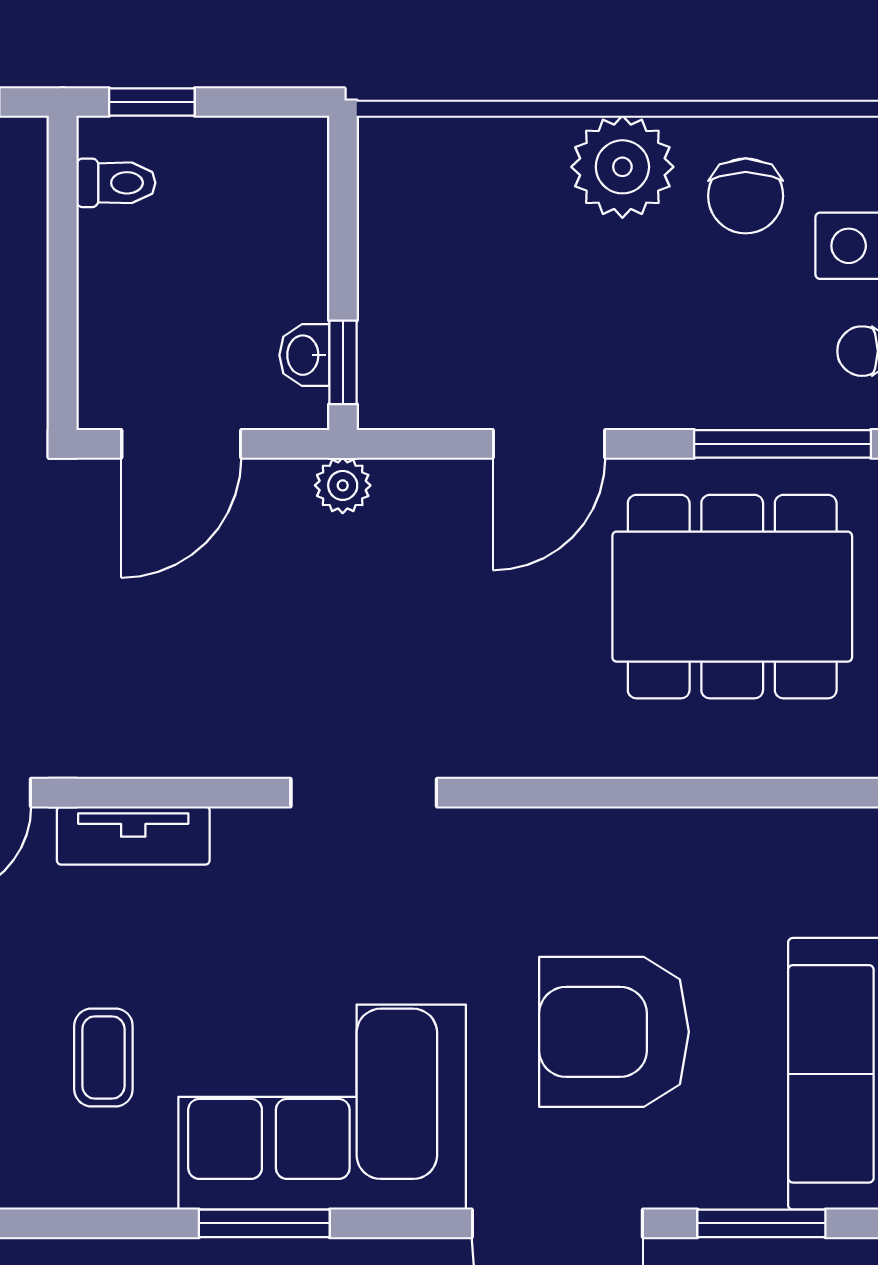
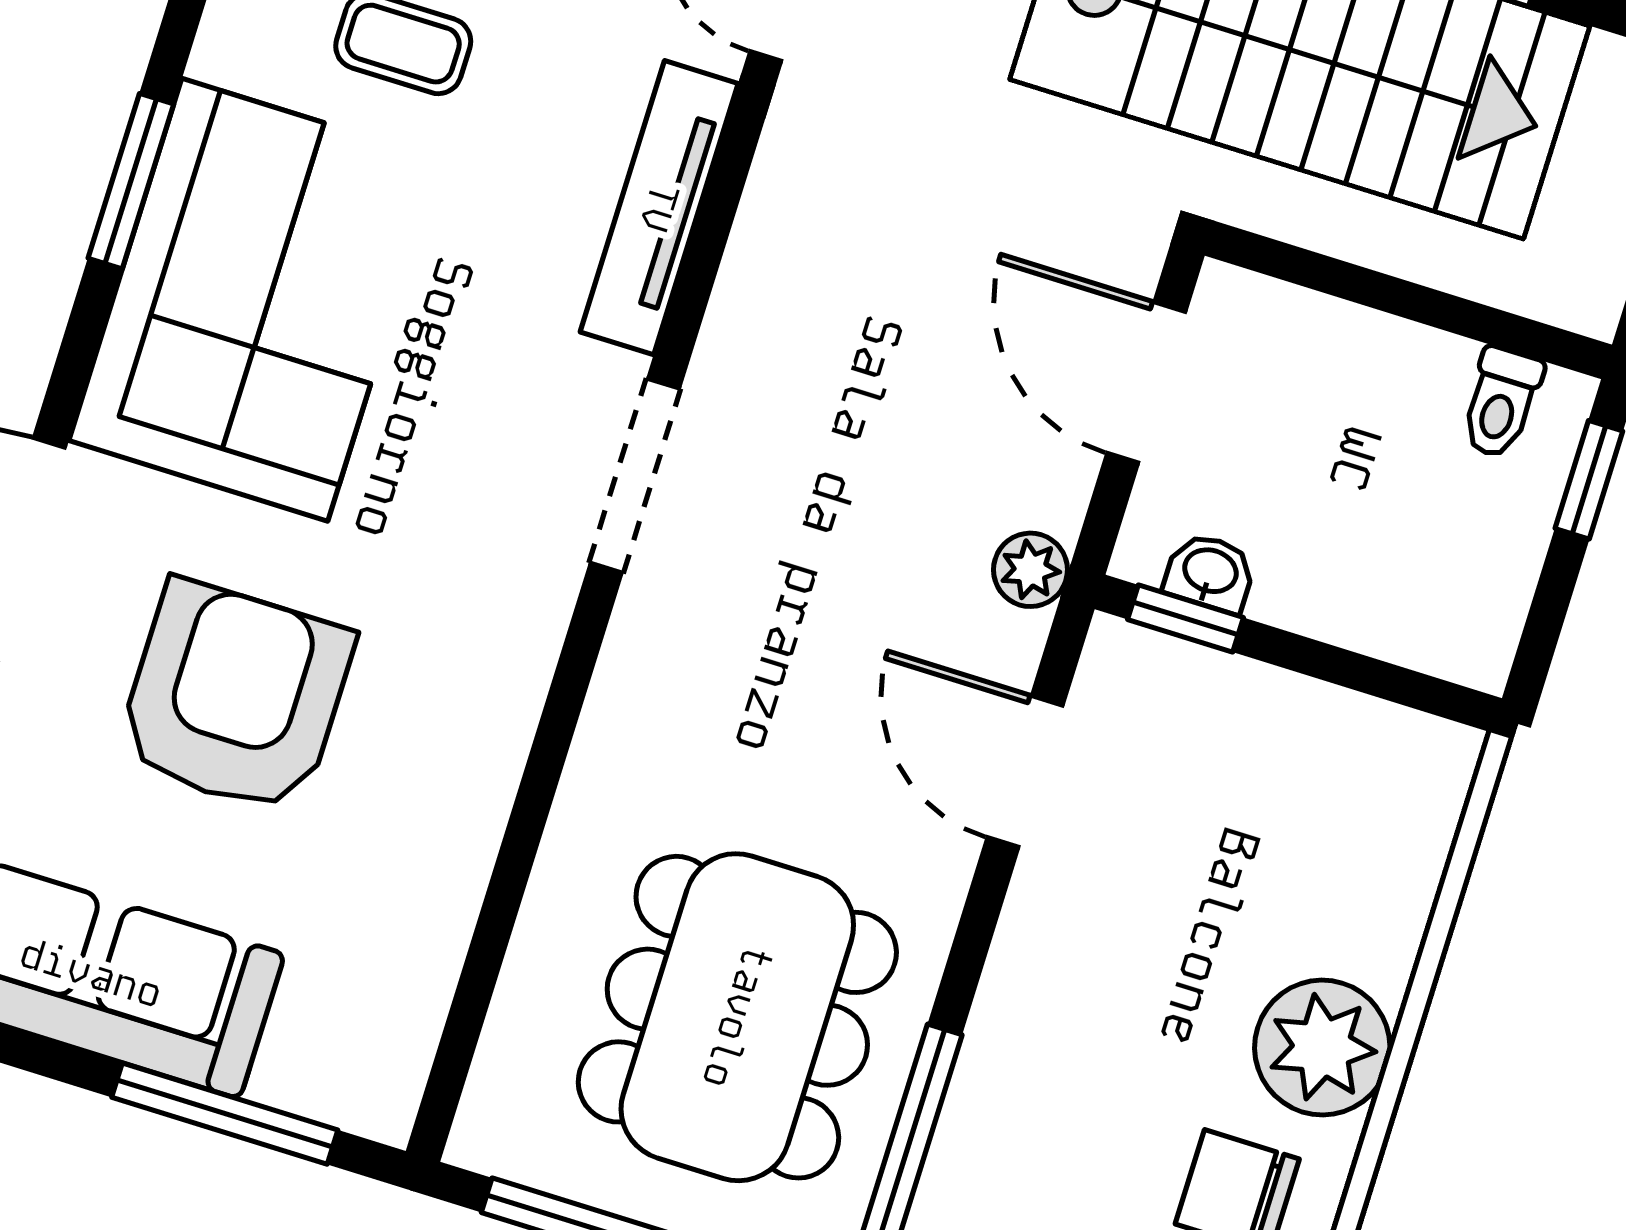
door: (549, 444) -> (1025, 772), moved
tv unit: (133, 835) -> (659, 208), width x1.41

